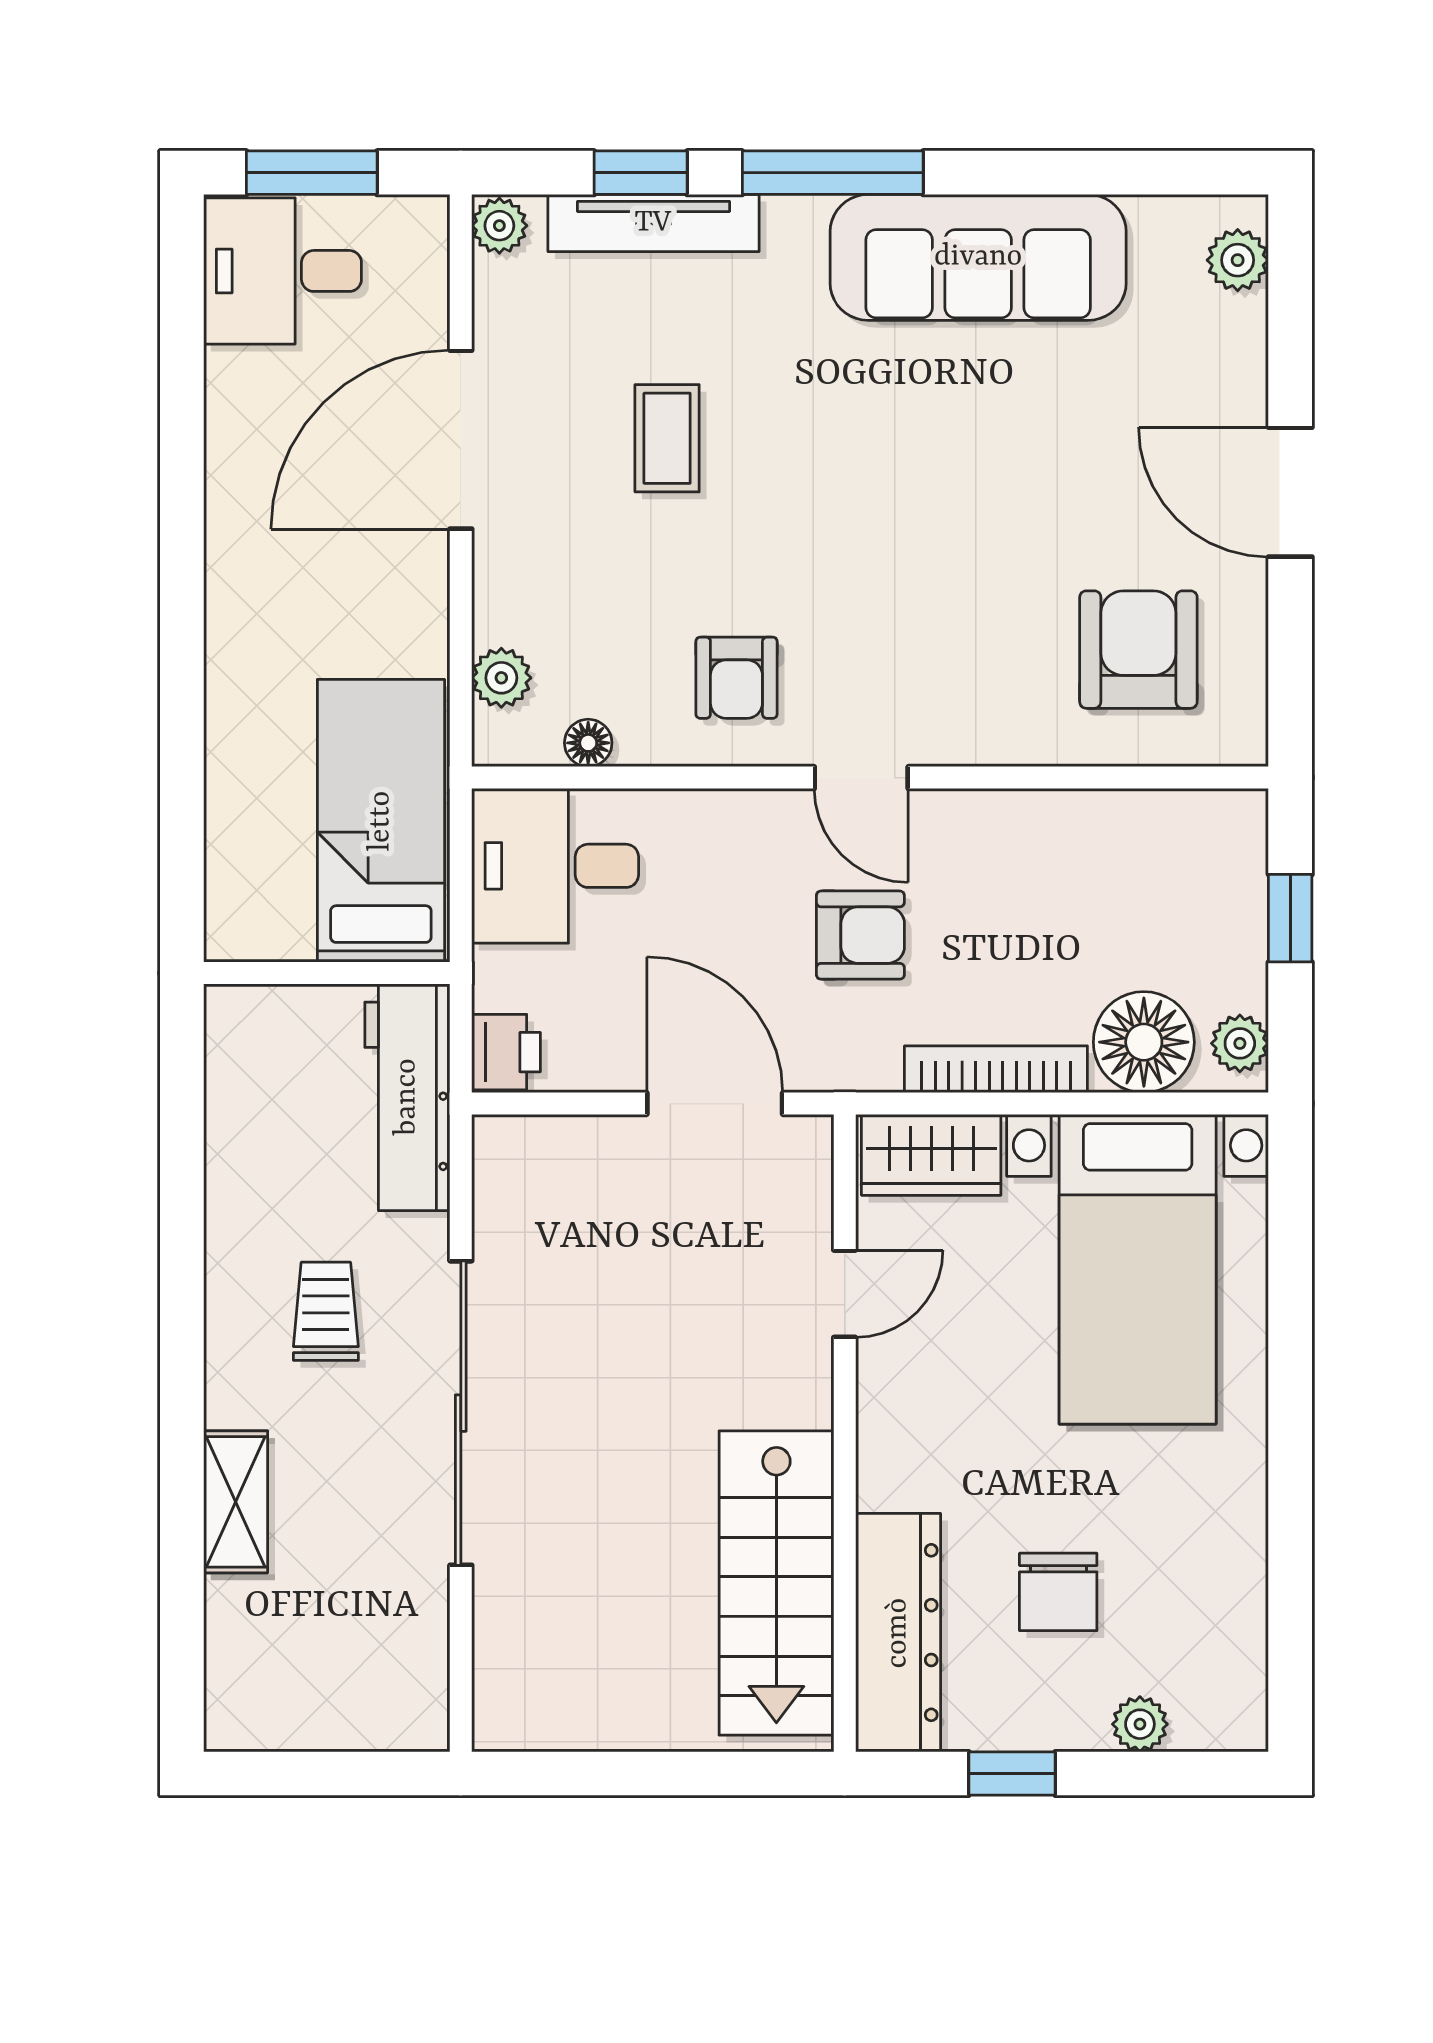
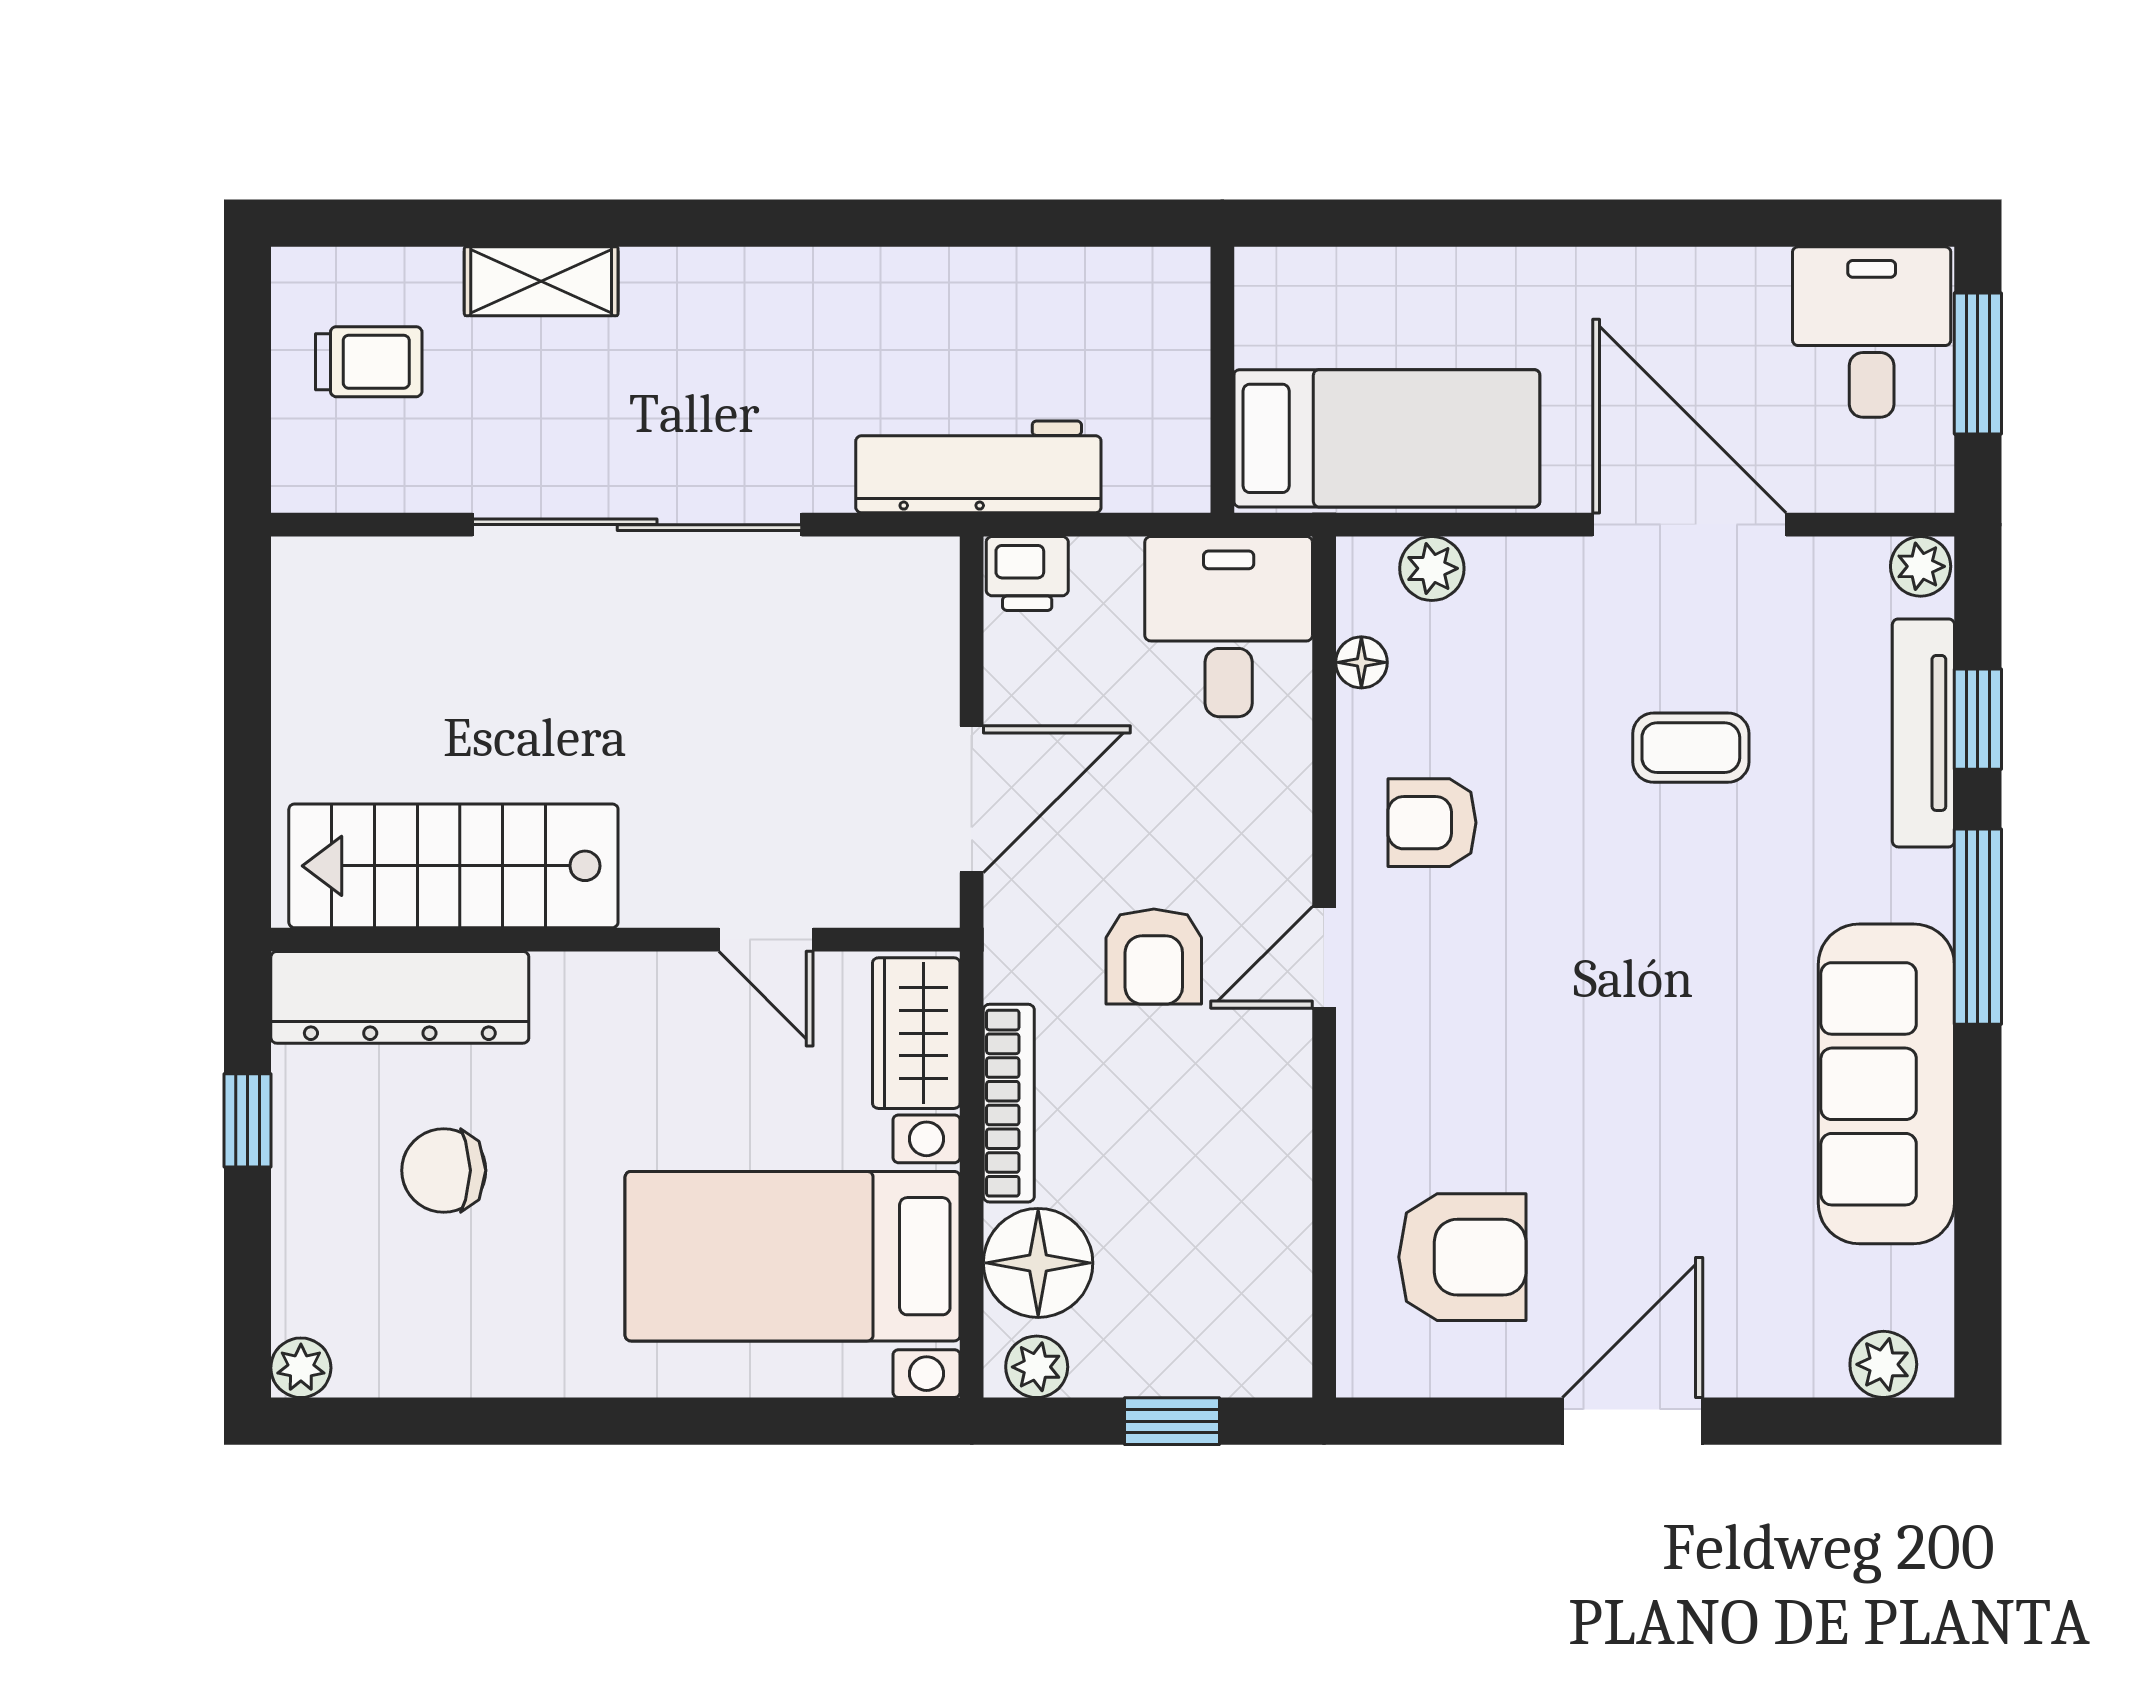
bed: (381, 821) -> (1387, 438), moved
wall: (327, 973) -> (1222, 380), moved
trolley: (326, 1311) -> (369, 362), moved
plant: (1140, 1724) -> (301, 1368), moved

